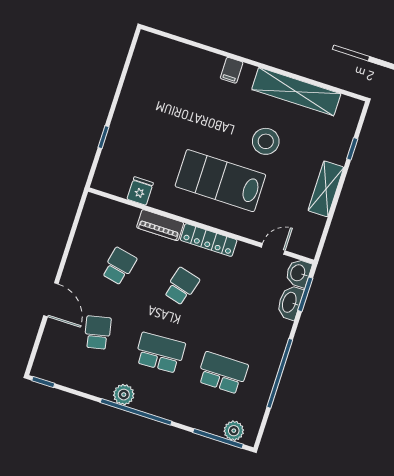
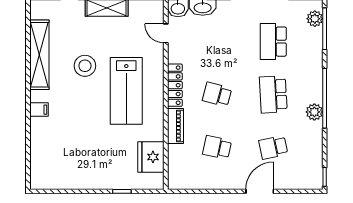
fridge: (140, 191) -> (151, 157), width x1.88, depth x1.34

